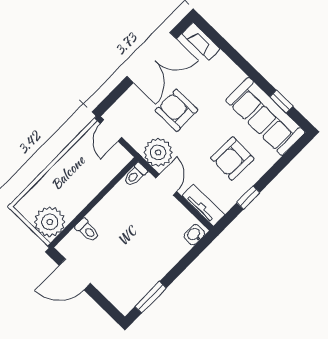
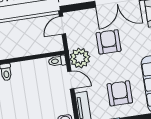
armchair: (232, 158) -> (120, 93), turned 88
door: (166, 185) -> (71, 80), hinge flipped

